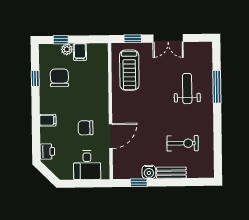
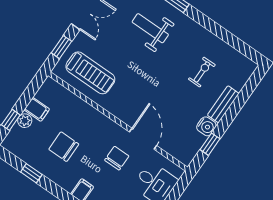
chair: (59, 78) -> (64, 147), moved
chair: (86, 128) -> (117, 158), turned 180
exercise bike: (183, 143) -> (202, 72), width x0.73, depth x0.72

